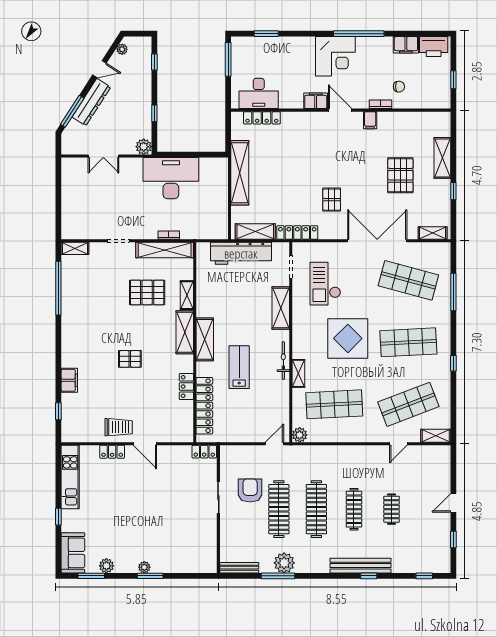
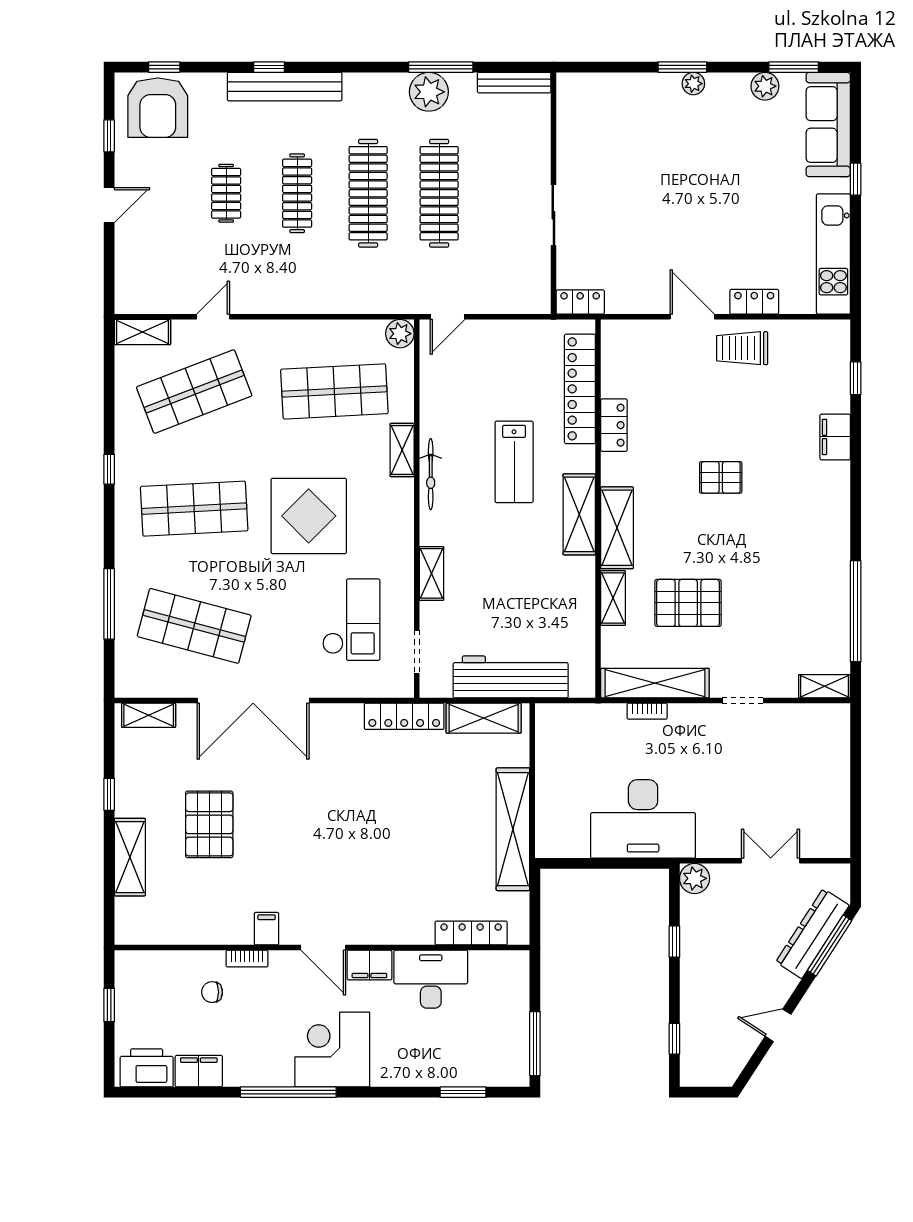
plant: (122, 49) -> (735, 1063), removed
desk: (259, 93) -> (431, 979), moved
dresser: (91, 102) -> (812, 934), moved
pallet: (332, 200) -> (339, 778), removed
shelving: (281, 308) -> (431, 573), width x0.67, depth x0.75
armchair: (250, 490) -> (158, 108), moved, width x1.36, depth x1.36
sofa: (73, 553) -> (828, 124), width x1.36

